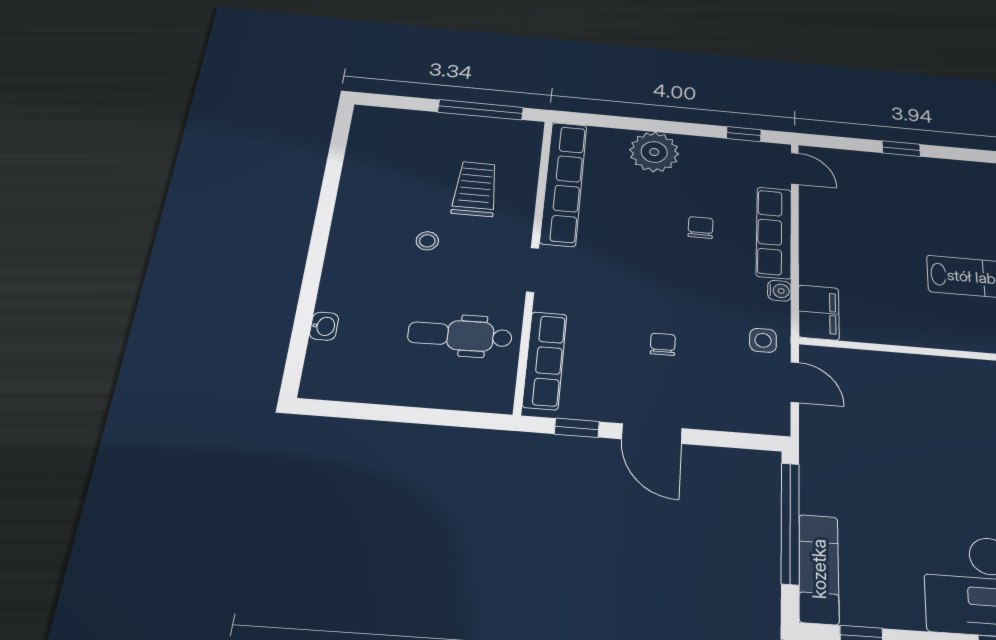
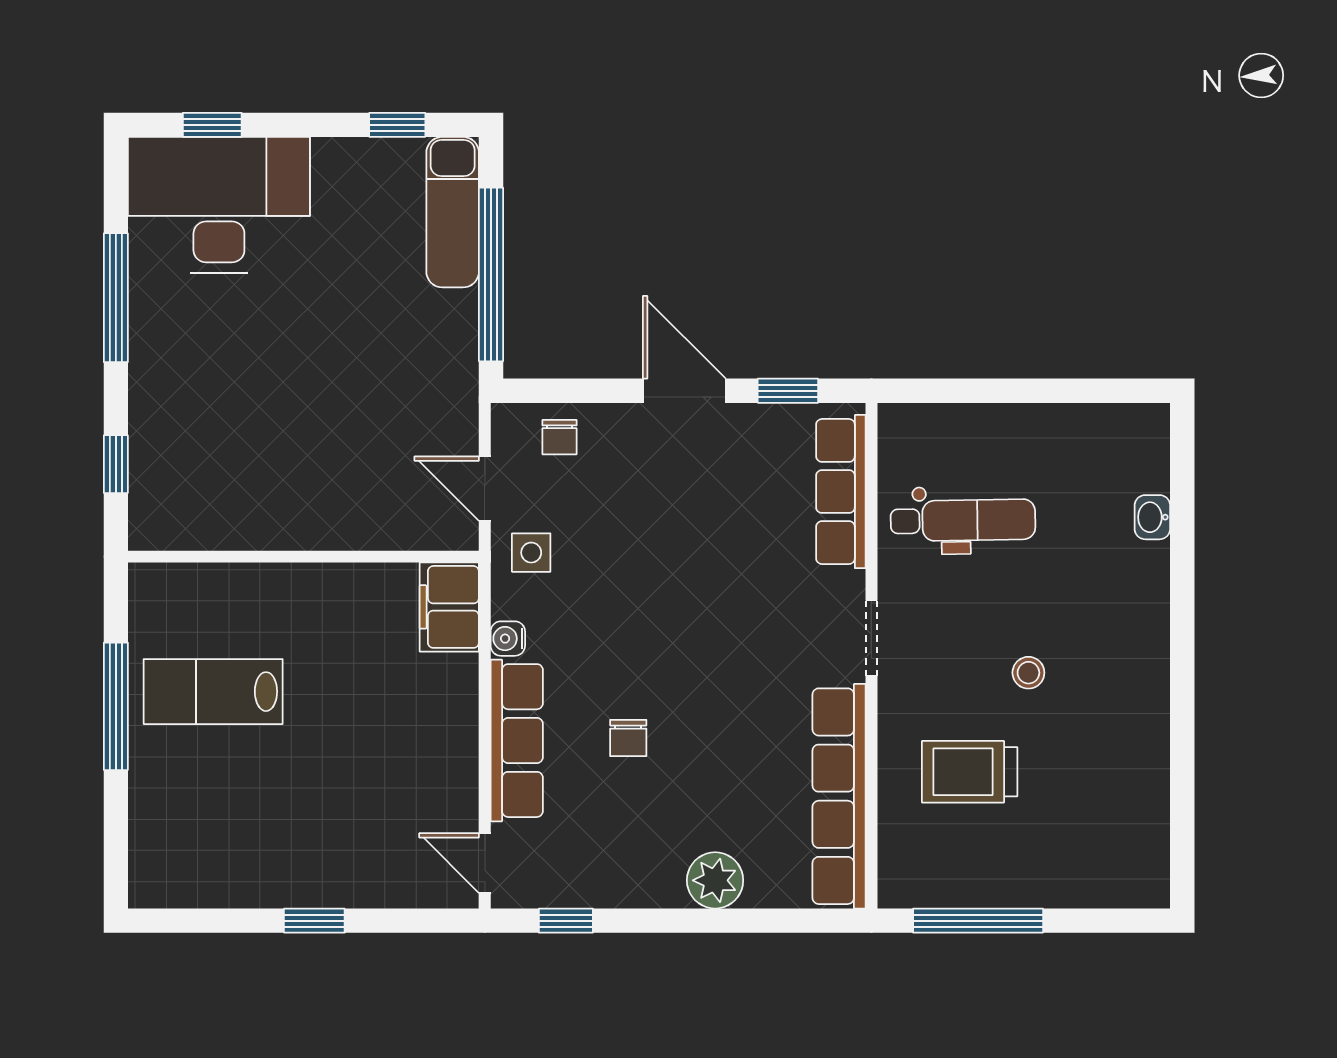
plant: (654, 152) -> (715, 880), width x0.73, depth x0.73
trolley: (475, 189) -> (970, 772), turned 90
chair: (663, 344) -> (560, 437), moved

